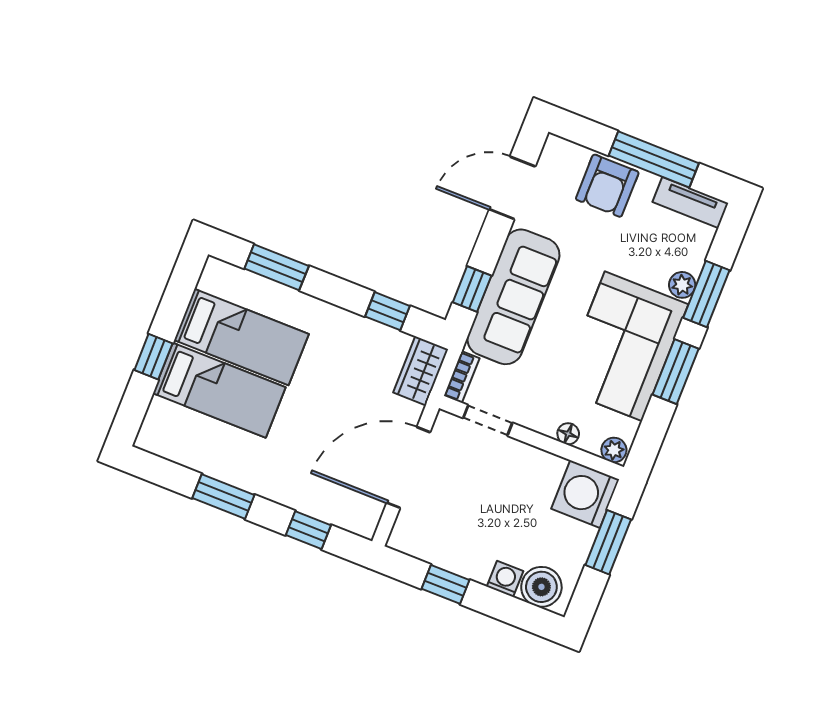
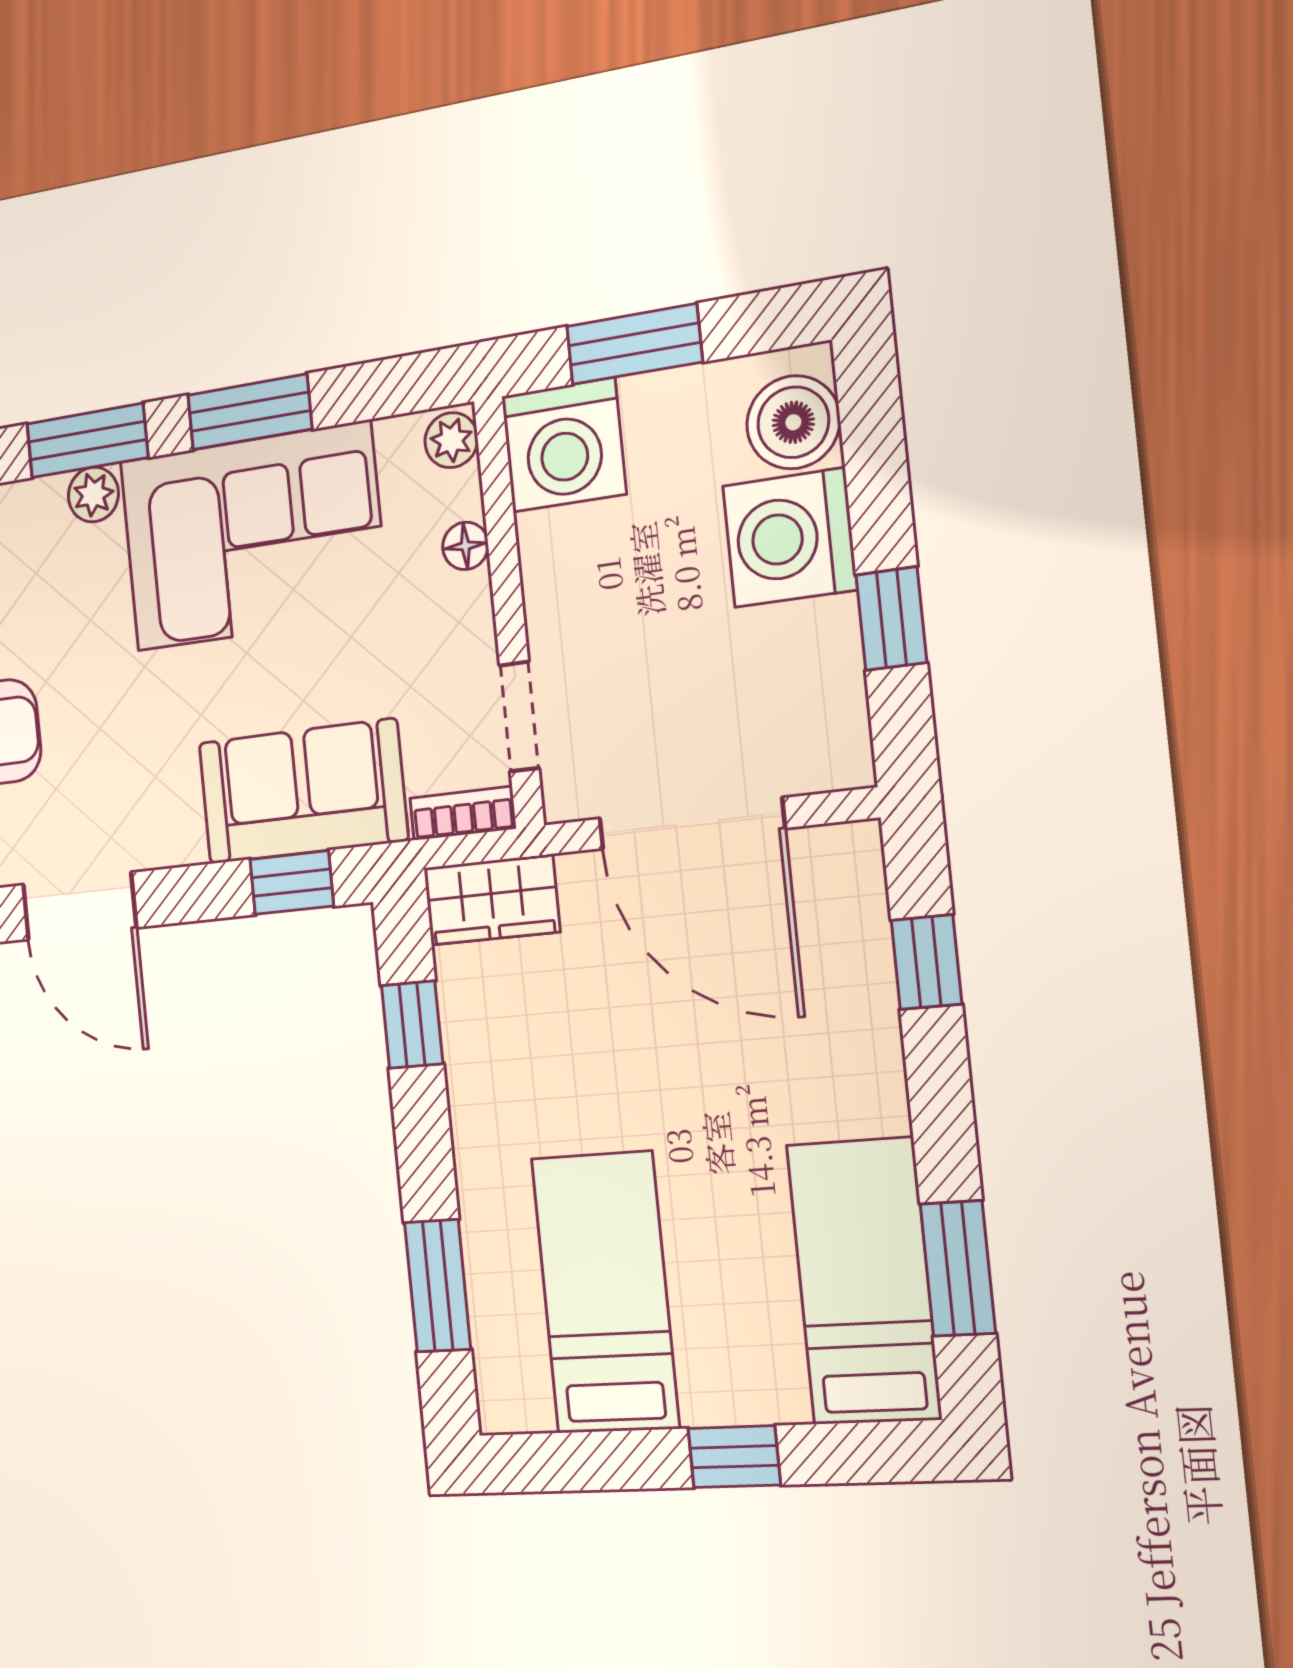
sofa: (513, 297) -> (303, 792), width x0.73
bed: (219, 390) -> (864, 1281), moved
window: (223, 496) -> (958, 1268), moved
washing machine: (505, 579) -> (790, 538), width x1.89, depth x1.89

